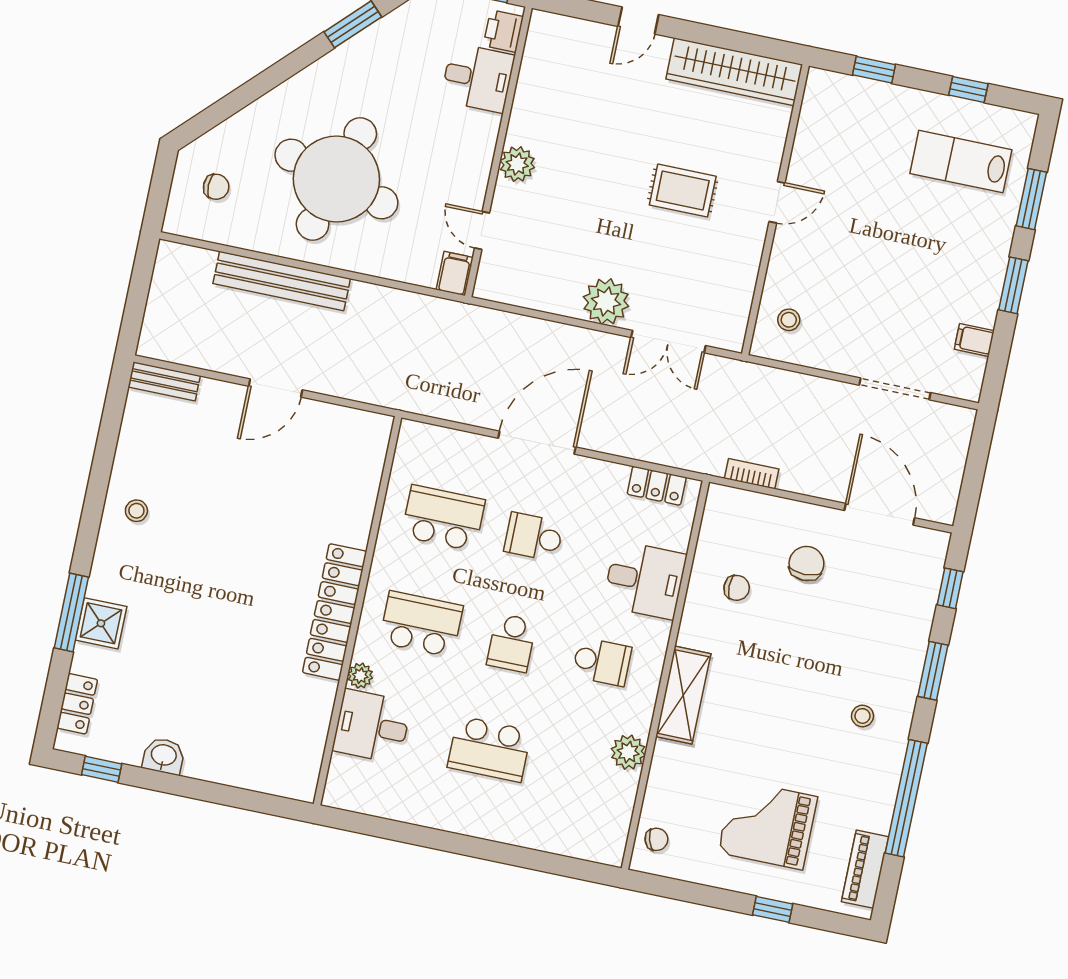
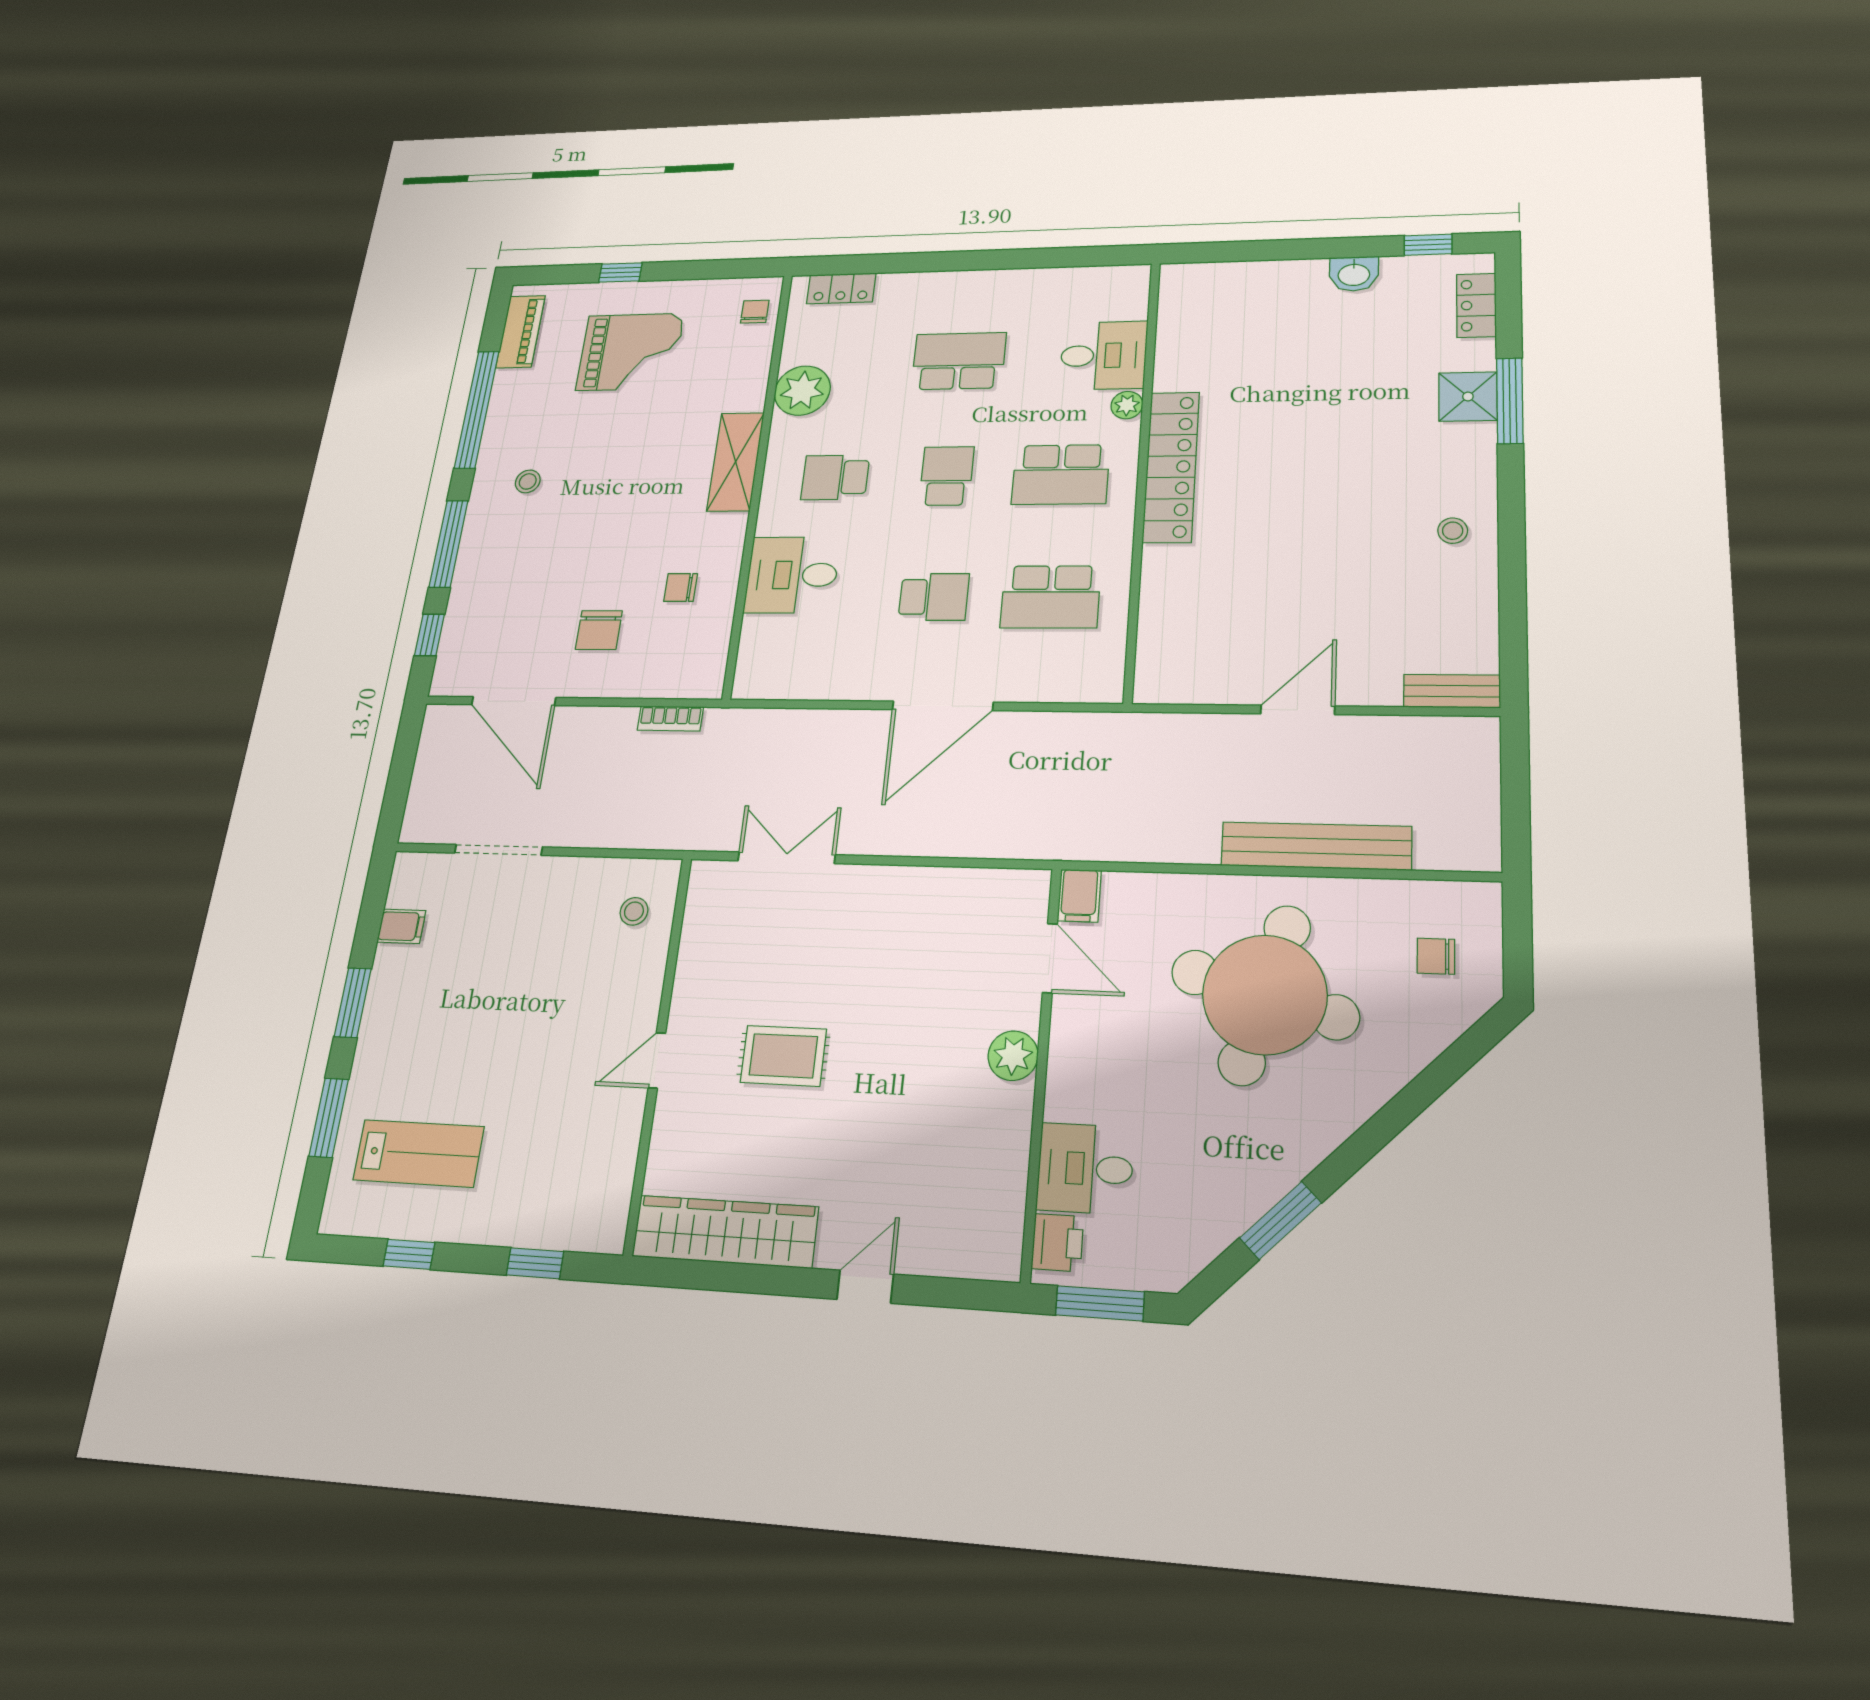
door: (482, 231) -> (1050, 958), width x1.38
plant: (606, 302) -> (872, 894), removed
locker: (657, 486) -> (841, 288), moved, turned 180
window: (933, 671) -> (449, 544), width x1.44
plant: (628, 752) -> (802, 391), width x1.36, depth x1.36
chair: (656, 839) -> (755, 312), turned 108

